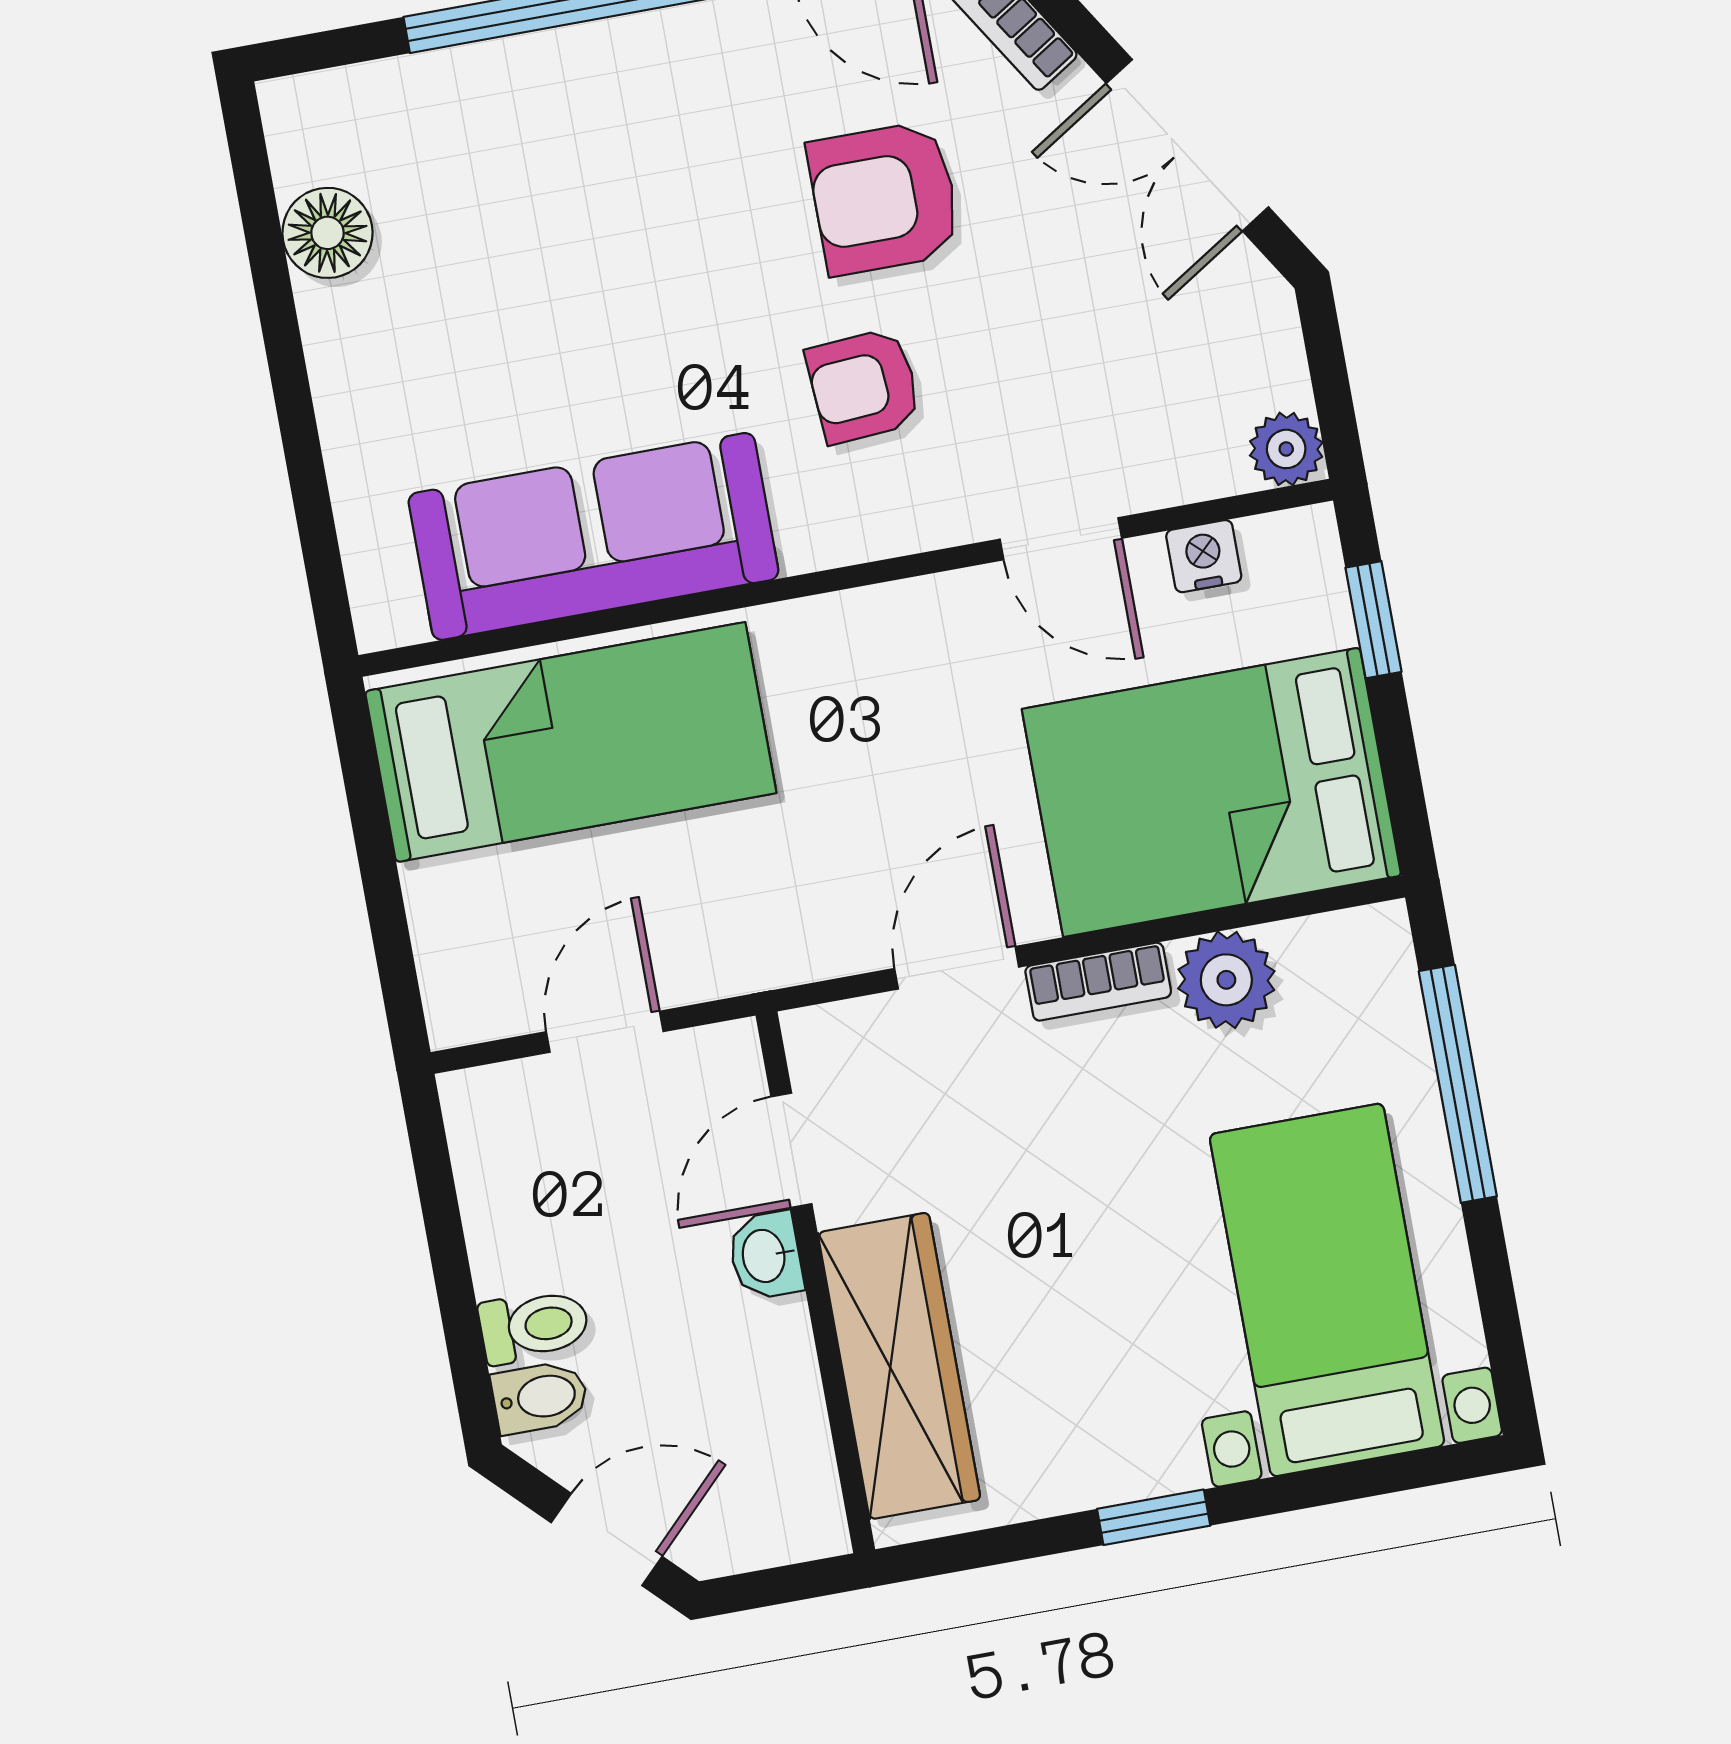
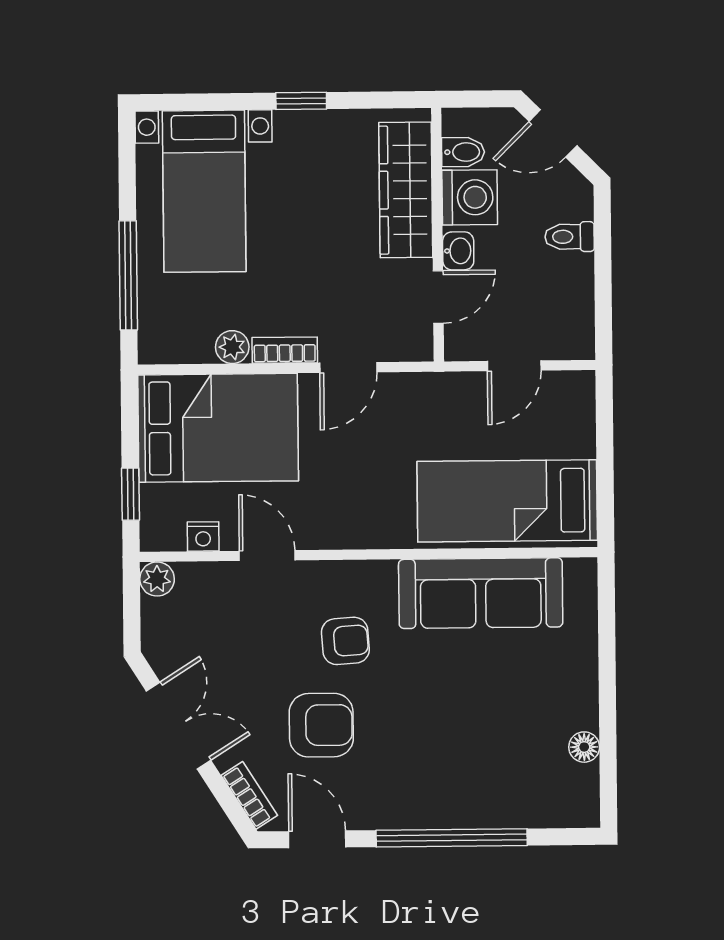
floor lamp: (327, 233) -> (584, 747), width x0.73, depth x0.73
plant: (1226, 980) -> (232, 347), width x0.73, depth x0.73
washing machine: (761, 1373) -> (470, 197), added
bidet: (540, 1397) -> (463, 152), moved, turned 180

